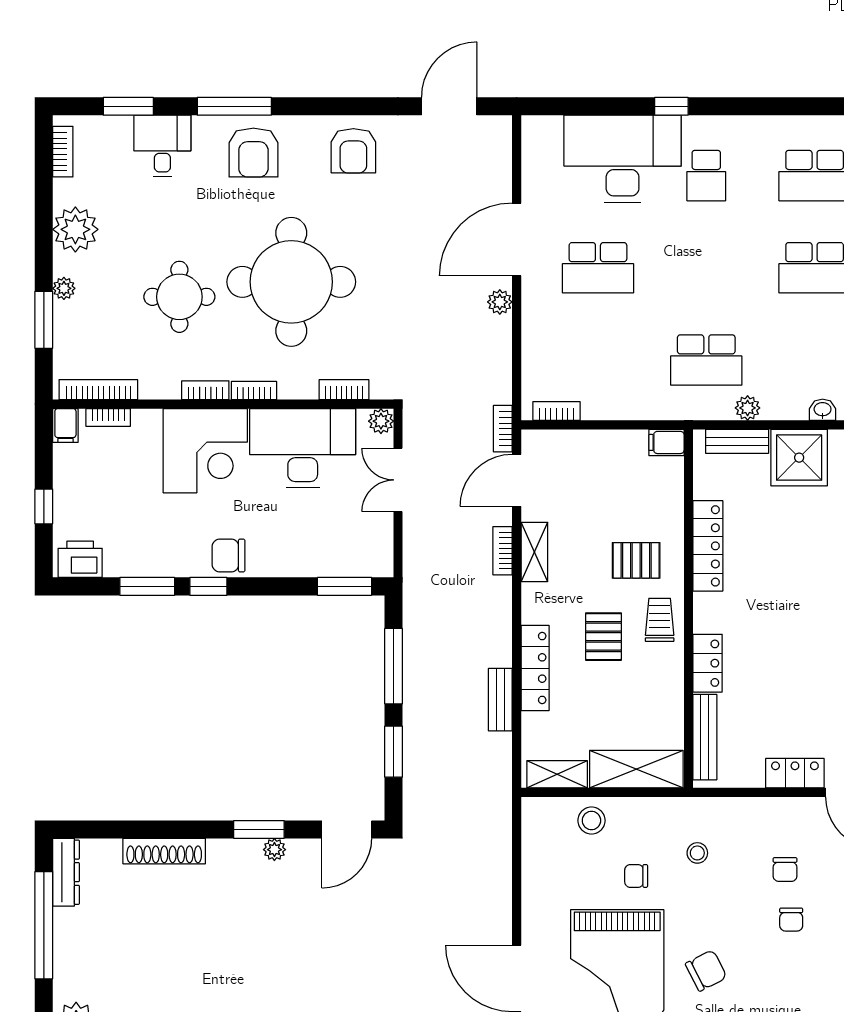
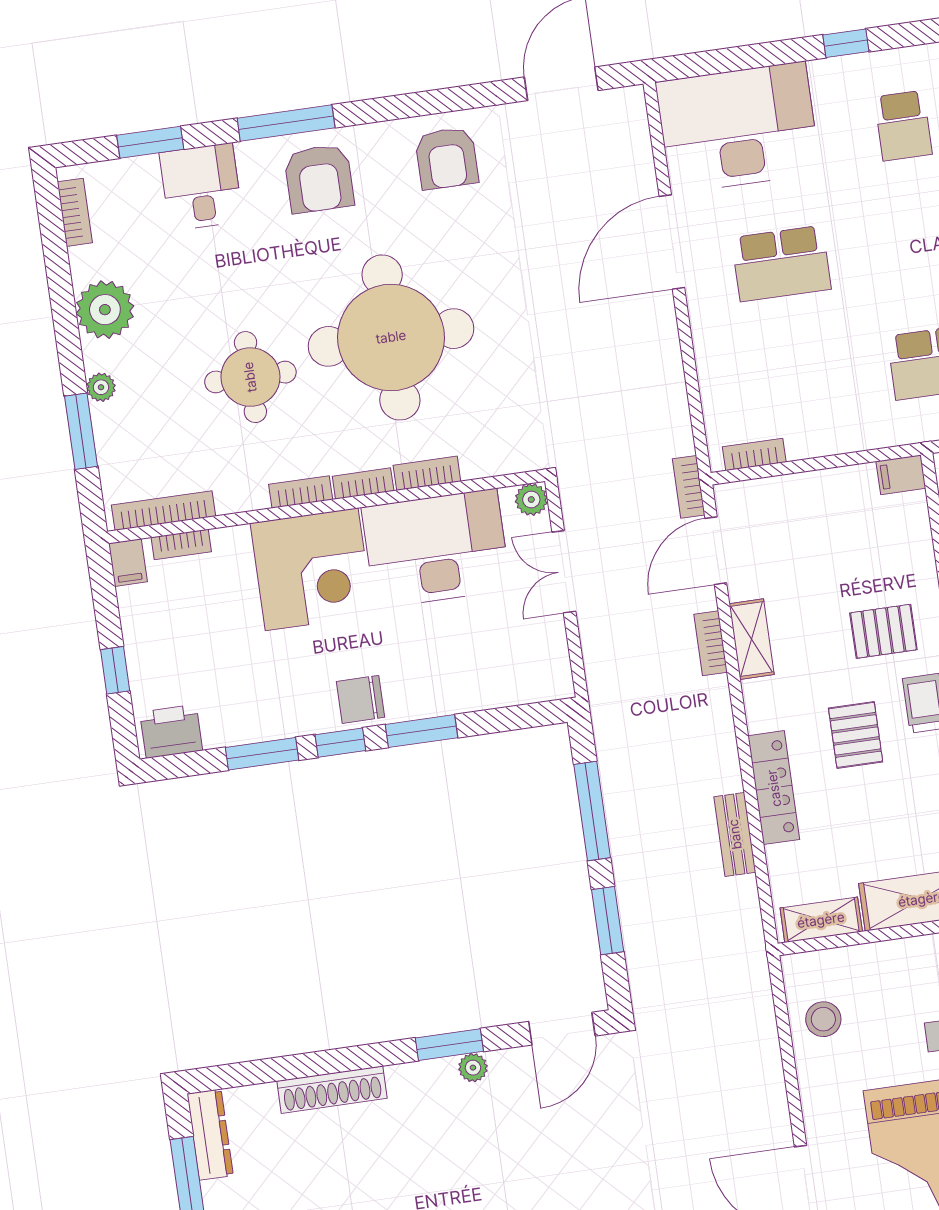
desk: (623, 159) -> (738, 128), moved
plant: (500, 302) -> (662, 325), removed
bookcase: (344, 390) -> (427, 473), moved
window: (345, 586) -> (422, 731), moved
stool: (591, 821) -> (823, 1019), moved

